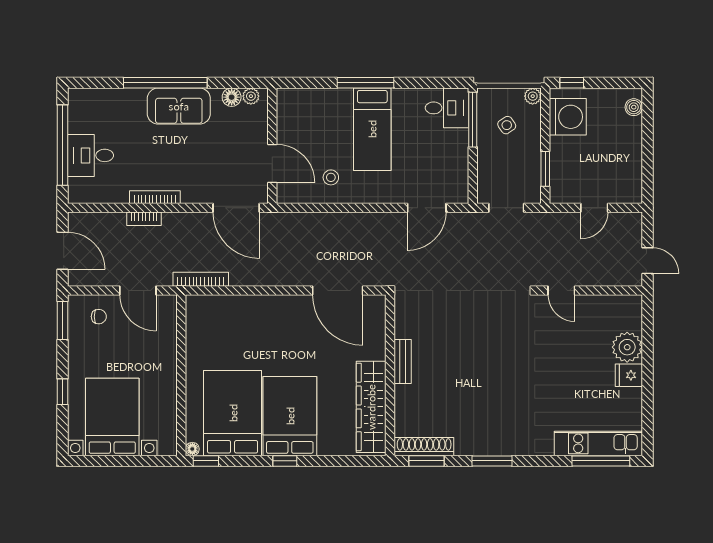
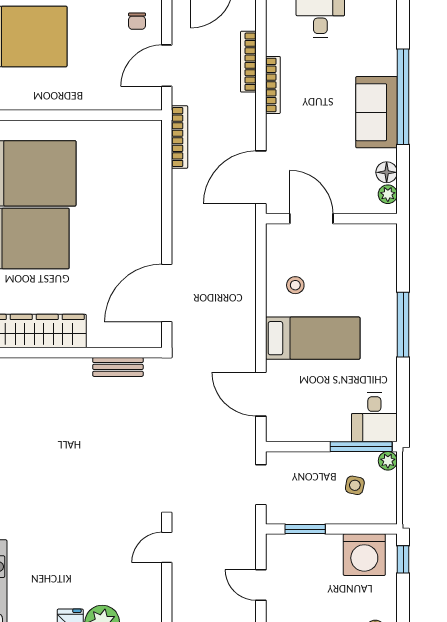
plant: (533, 96) -> (388, 461), moved
side table: (507, 125) -> (355, 485), turned 45
bed: (372, 129) -> (313, 338), moved, turned 180
door: (272, 163) -> (311, 219), swing flipped
bookcase: (144, 219) -> (248, 62), width x1.56
bench: (403, 362) -> (118, 367), moved

